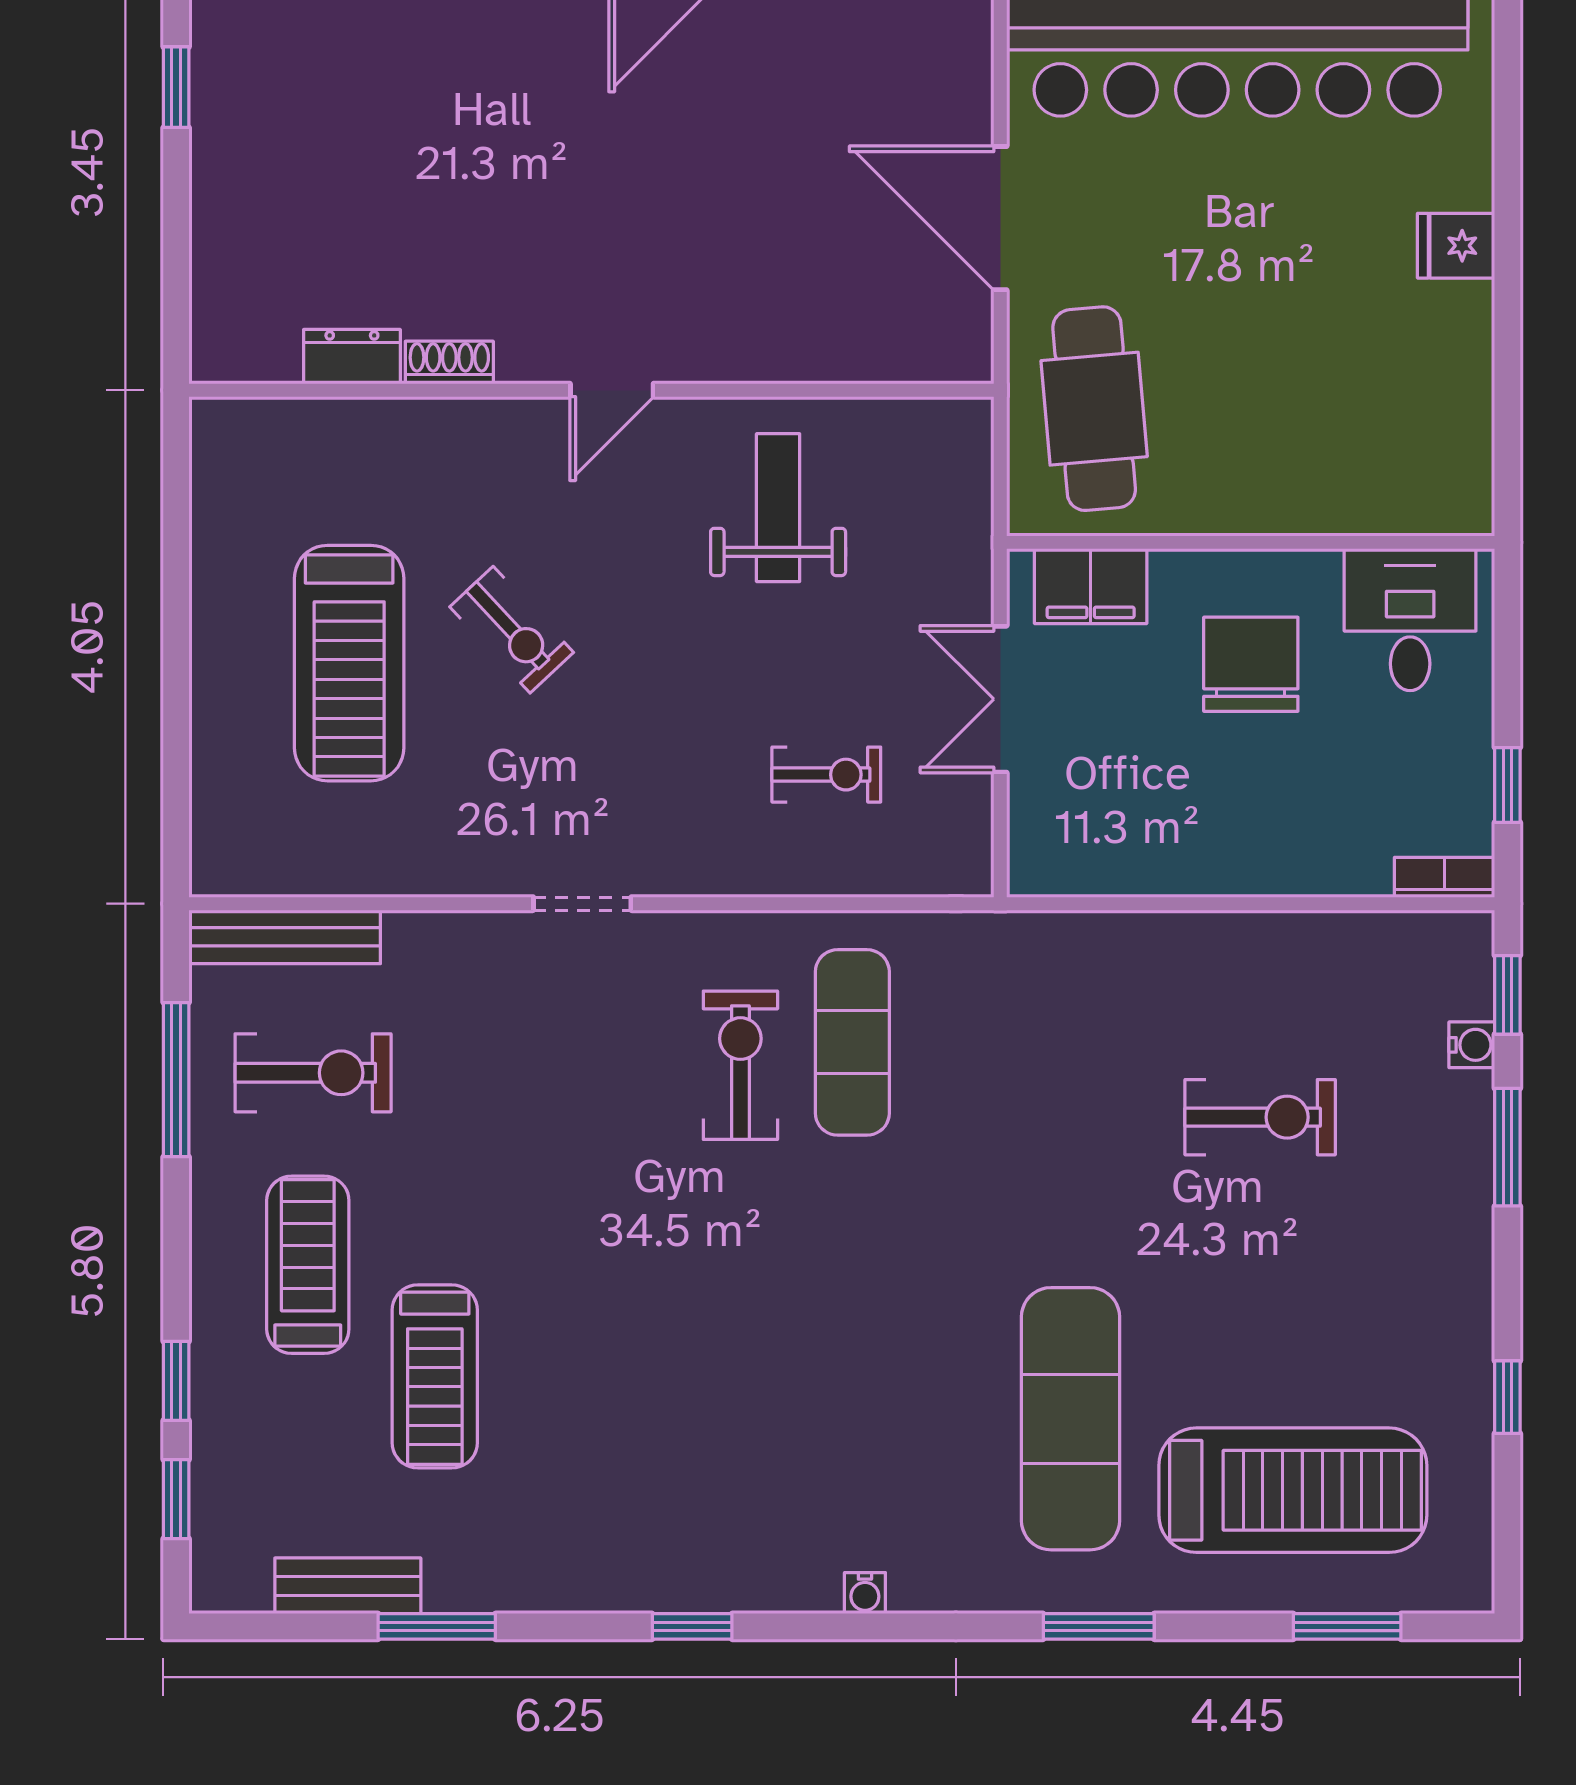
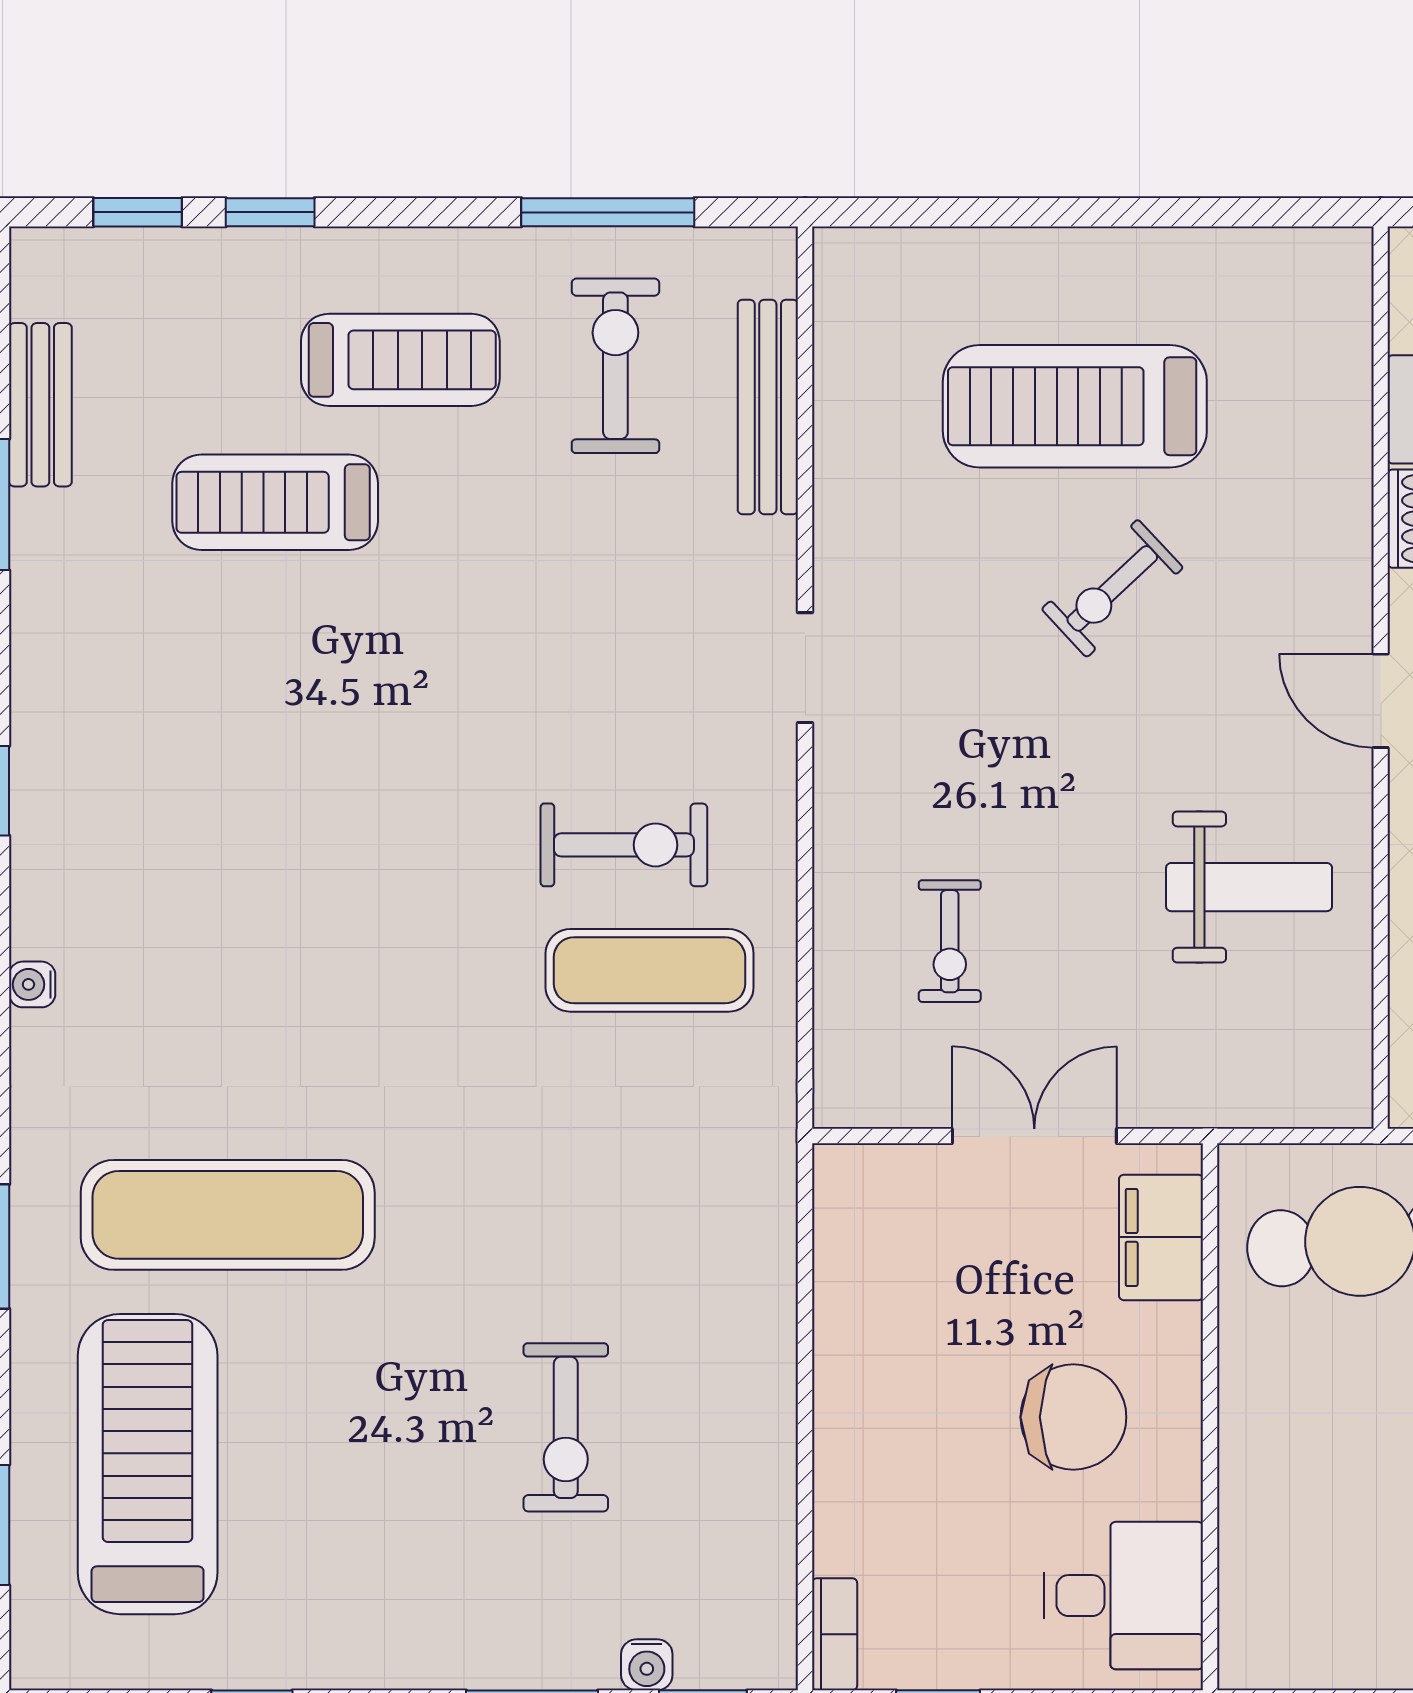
bench: (285, 937) -> (768, 407), moved
exercise bike: (313, 1073) -> (615, 366), turned 180
treadmill: (1293, 1490) -> (148, 1464), turned 180

